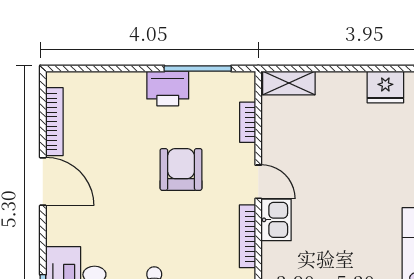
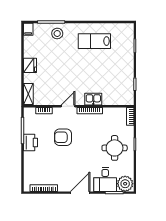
fridge: (385, 87) -> (30, 65), moved
door: (43, 181) -> (80, 193), moved
kitchen sink: (276, 220) -> (93, 99), moved

